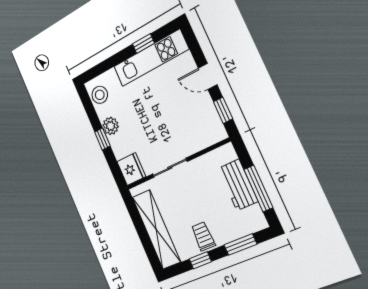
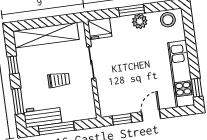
window: (143, 44) -> (197, 88), moved
window: (102, 139) -> (131, 10), width x1.50
workbench: (238, 185) -> (43, 116), moved
trolley: (203, 236) -> (59, 80), moved

